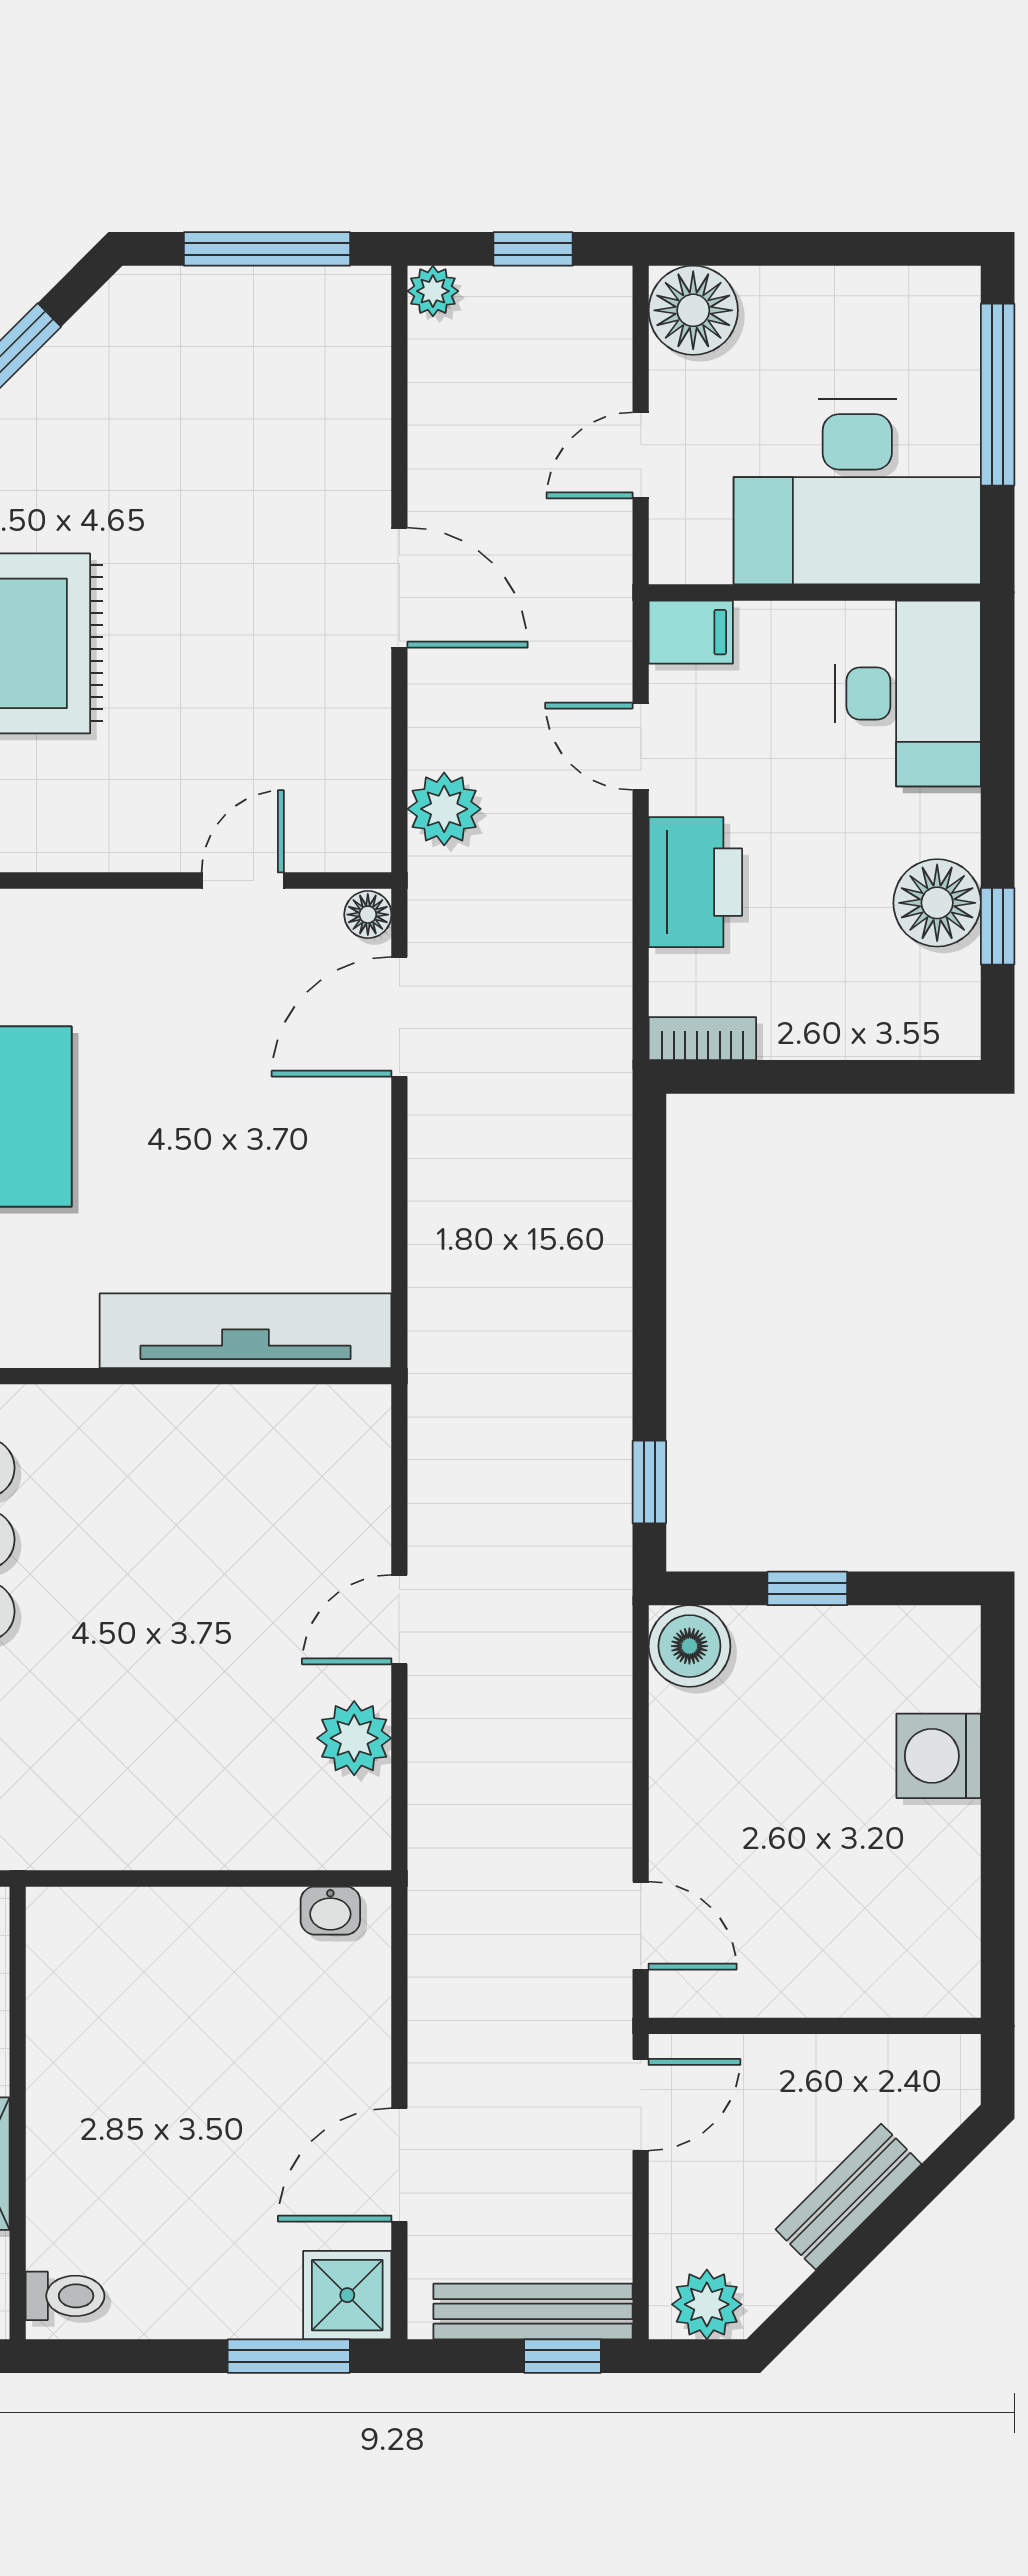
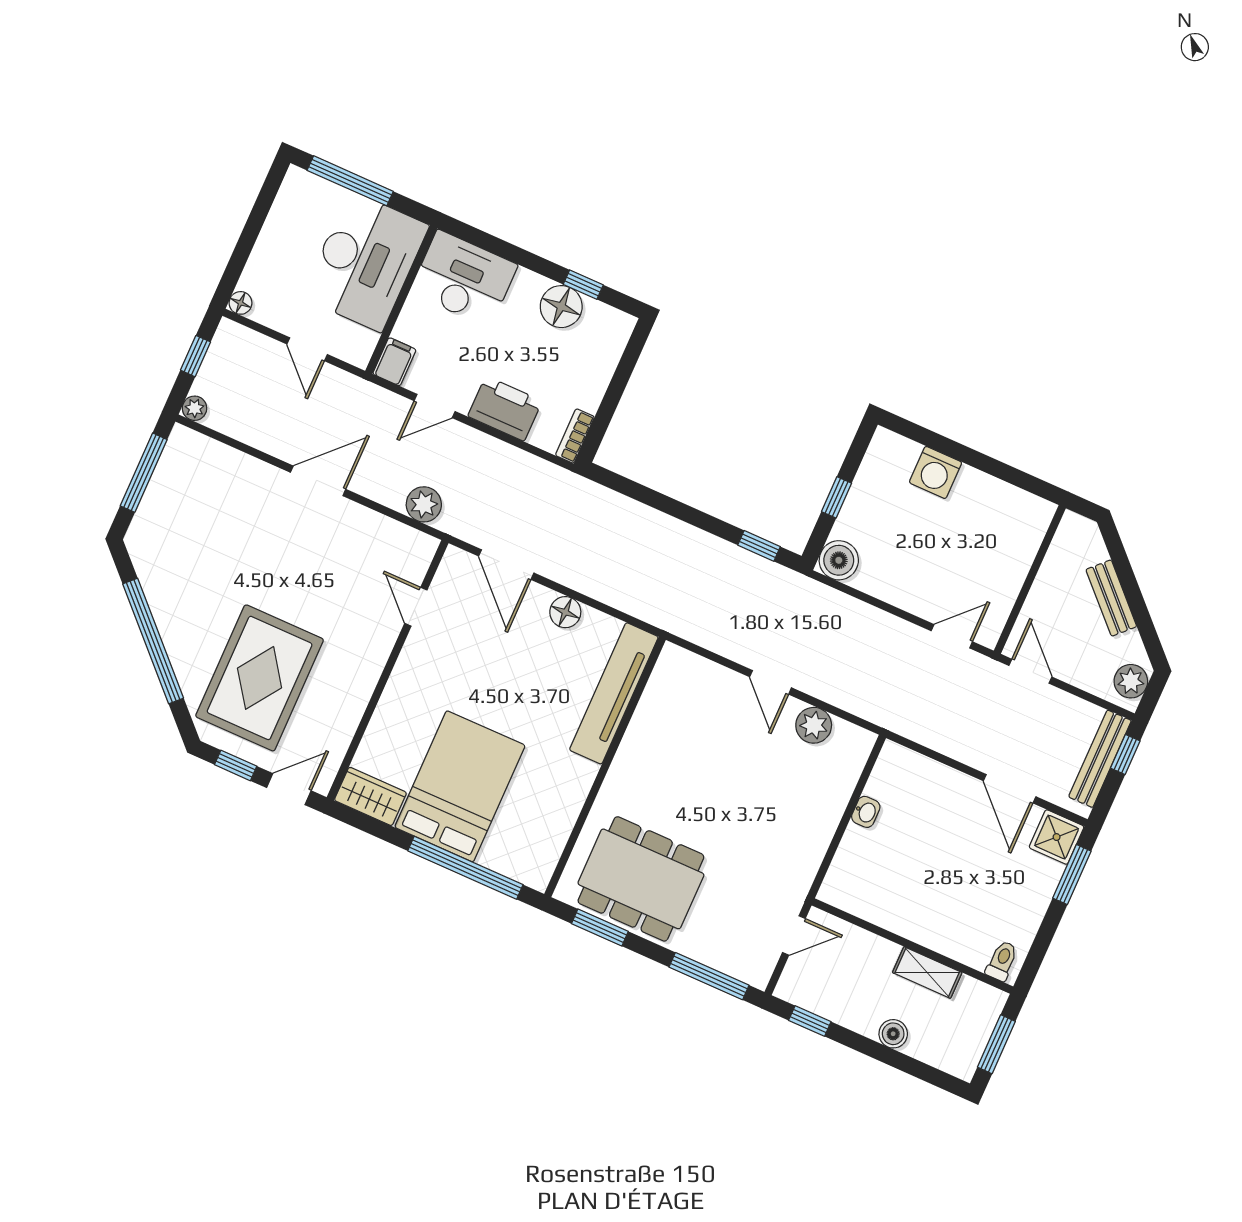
floor lamp: (693, 310) -> (240, 303), width x0.53, depth x0.53
floor lamp: (368, 915) -> (565, 612), moved, width x1.37, depth x1.37
washbasin: (330, 1911) -> (866, 812), moved

